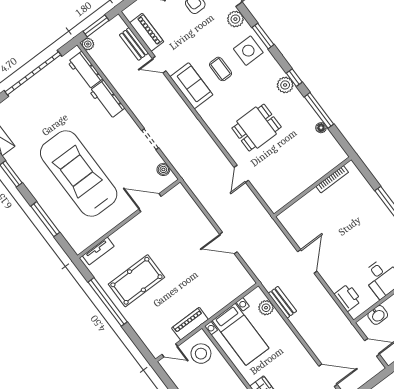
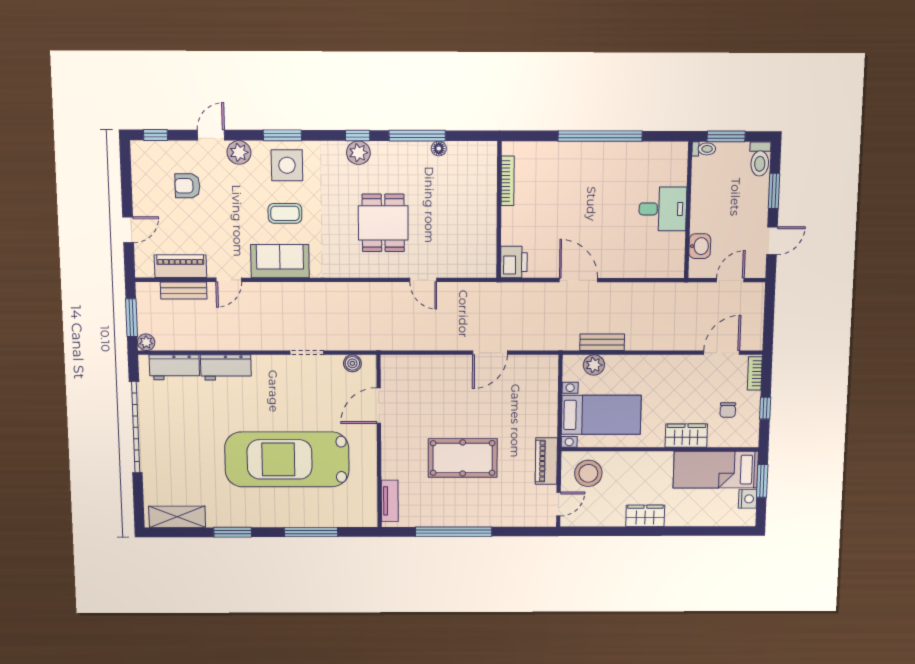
pool table: (136, 281) -> (463, 458), moved, turned 90
printer: (348, 298) -> (514, 262), moved, turned 90

